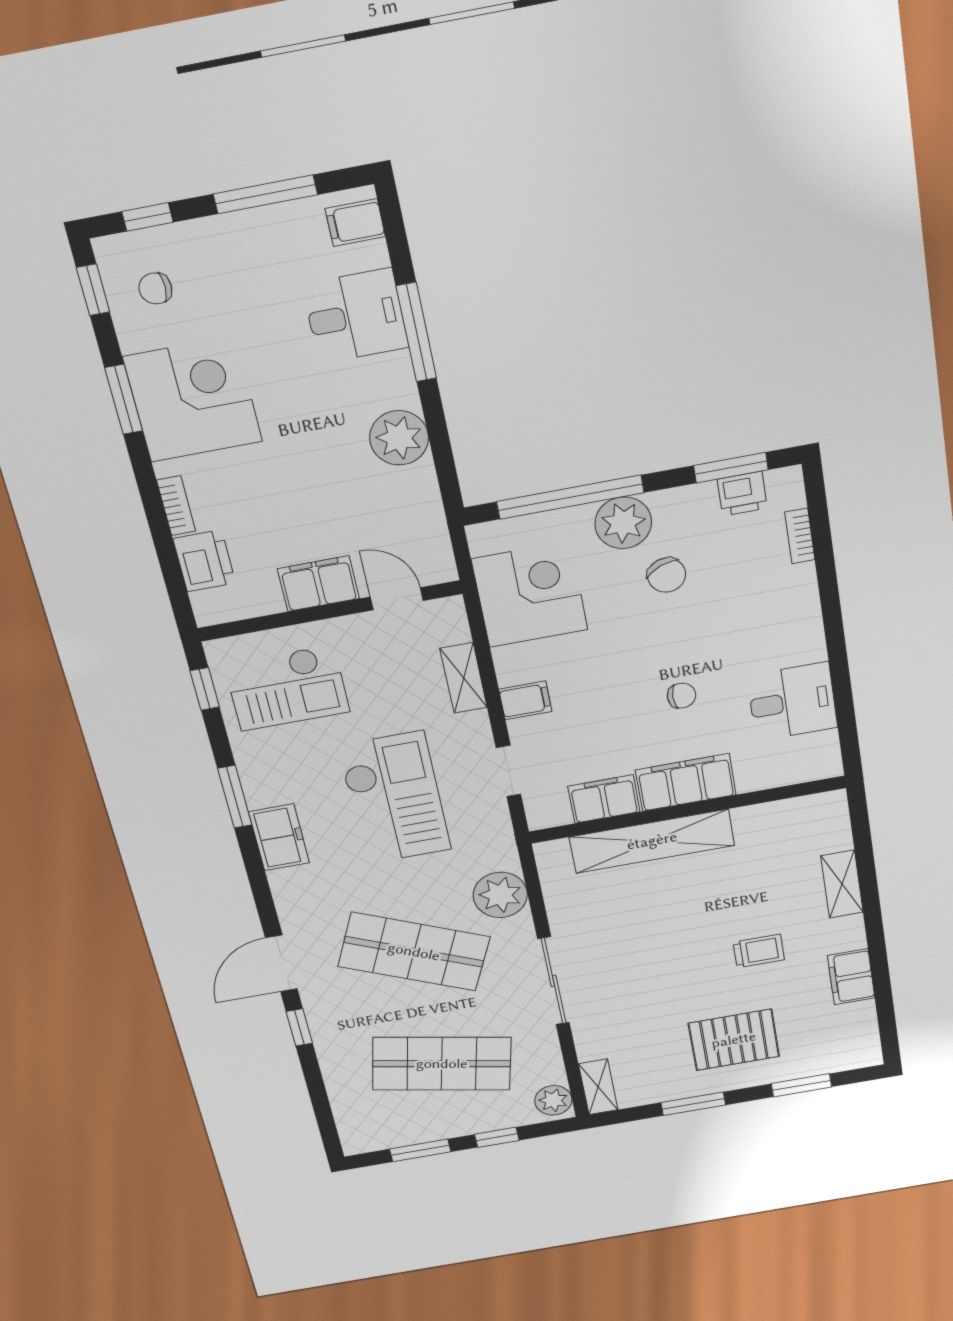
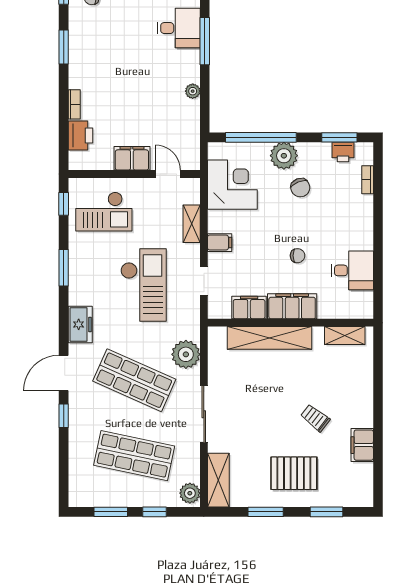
corner desk: (193, 399) -> (95, 53), removed
plant: (399, 438) -> (193, 91), width x0.53, depth x0.53
freezer: (279, 837) -> (80, 324), moved
shelving: (842, 884) -> (345, 335), moved, turned 90
trolley: (759, 951) -> (315, 418), turned -142
shelving: (598, 1087) -> (218, 480), width x1.50, depth x1.33

